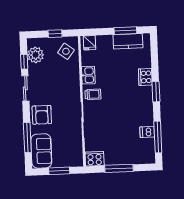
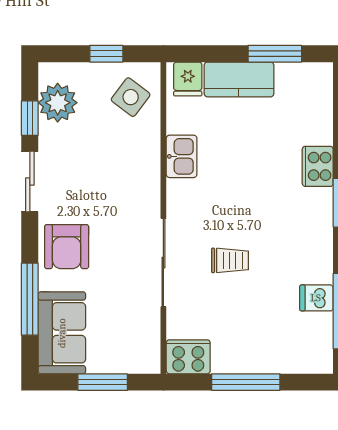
kitchen counter: (128, 41) -> (239, 79), moved
trolley: (93, 94) -> (230, 260), moved

